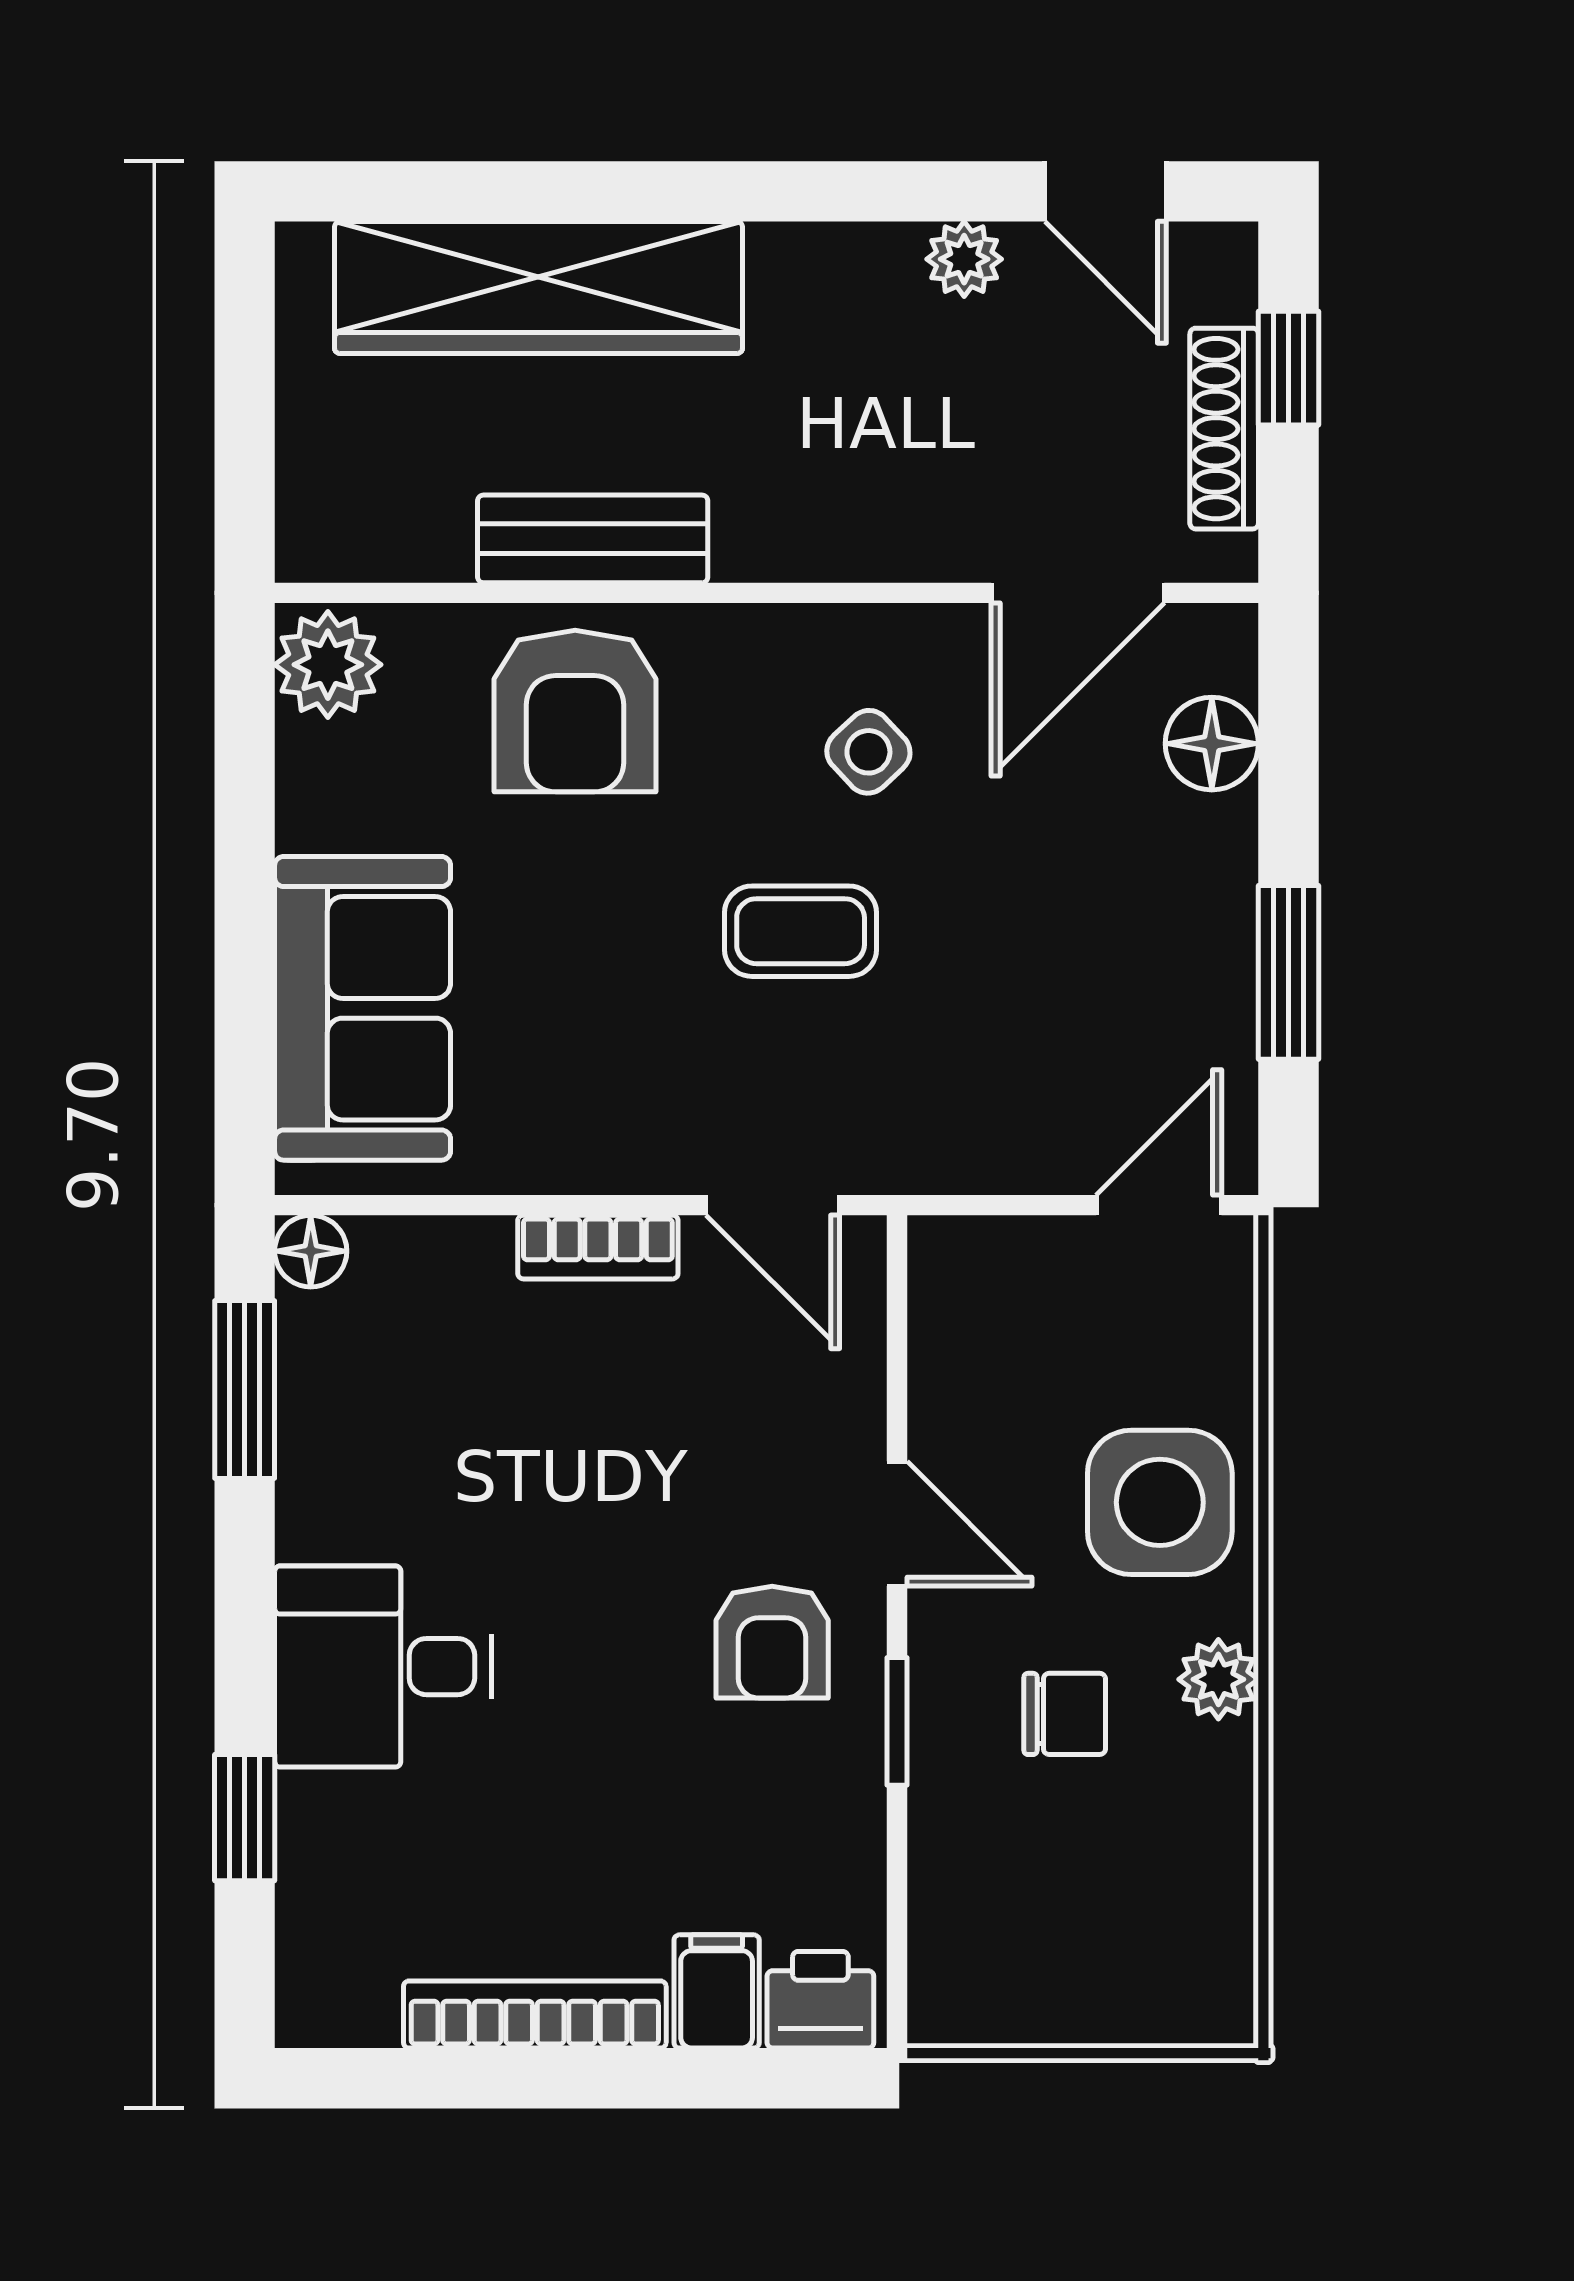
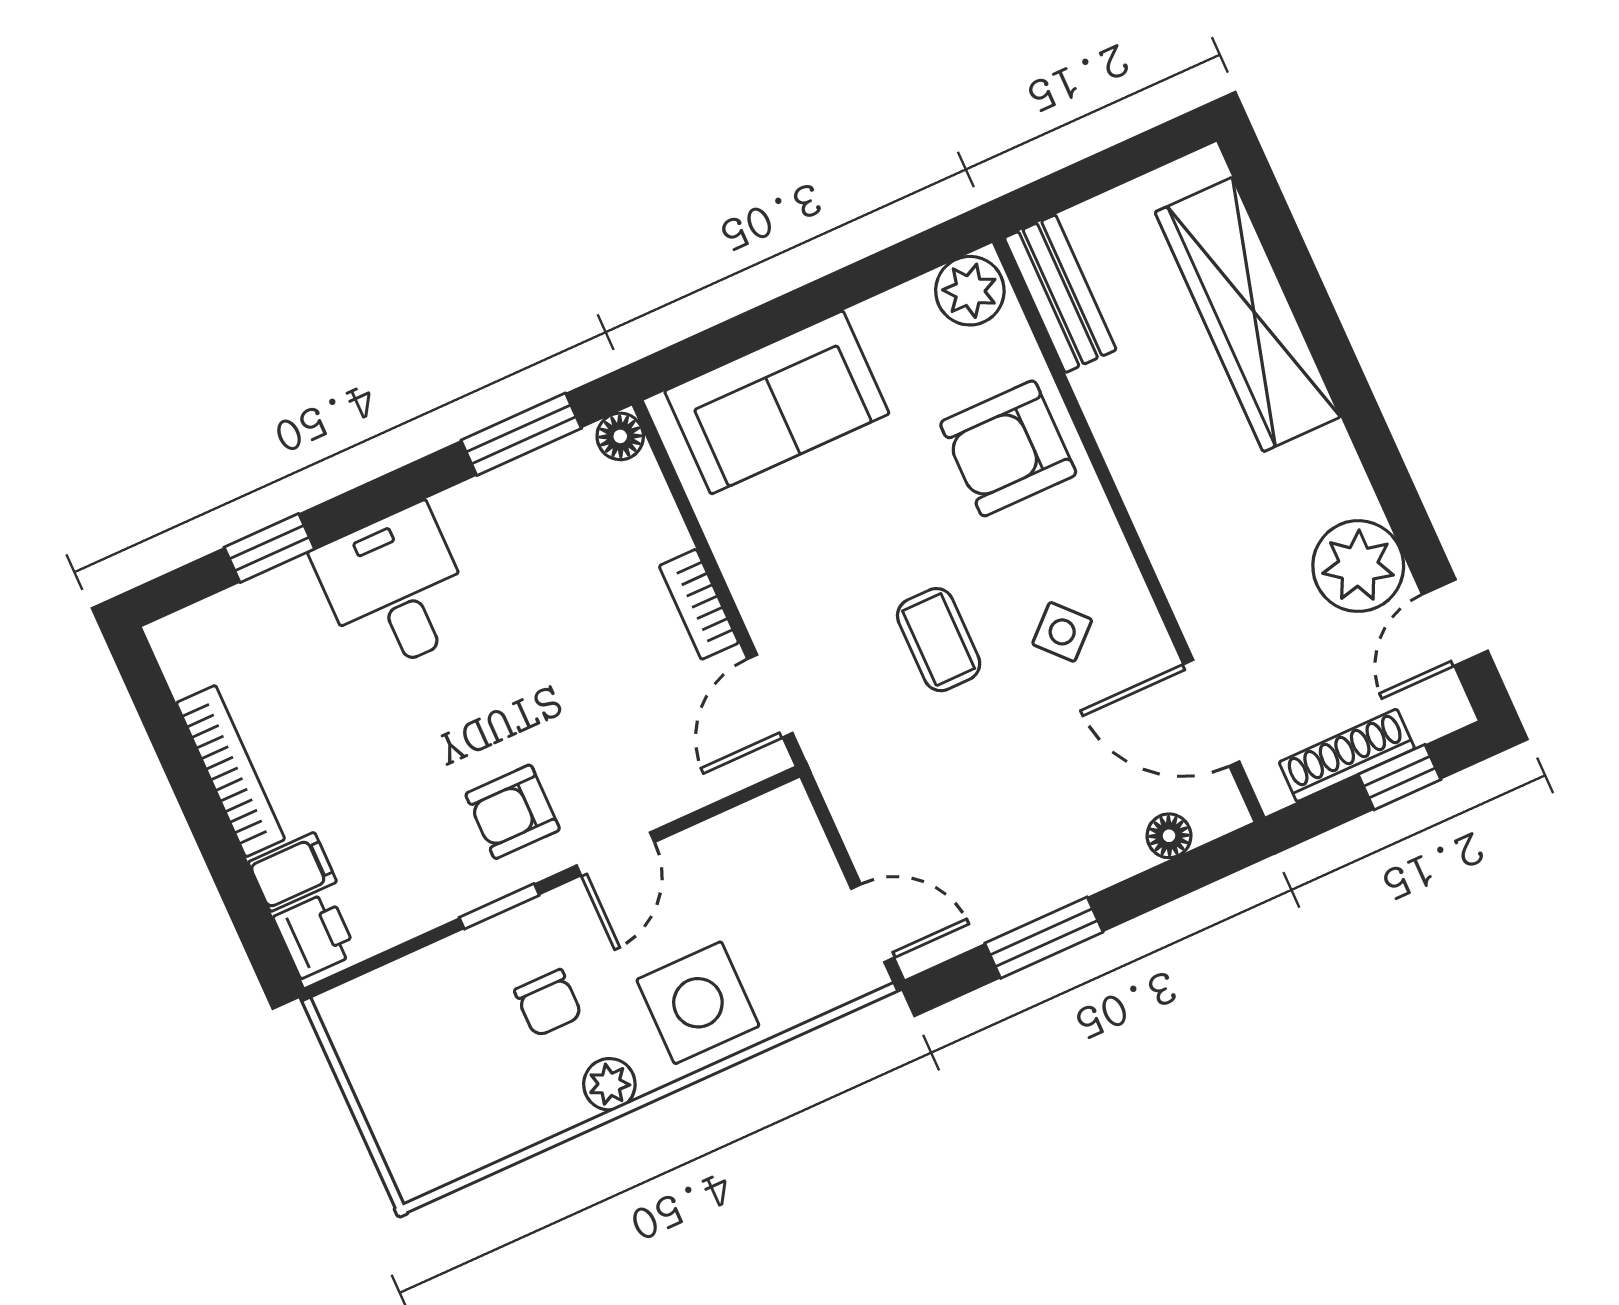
plant: (964, 259) -> (1358, 566), width x1.87, depth x1.87
bench: (593, 539) -> (1060, 294), moved
floor lamp: (1212, 744) -> (1169, 836), width x0.73, depth x0.73

